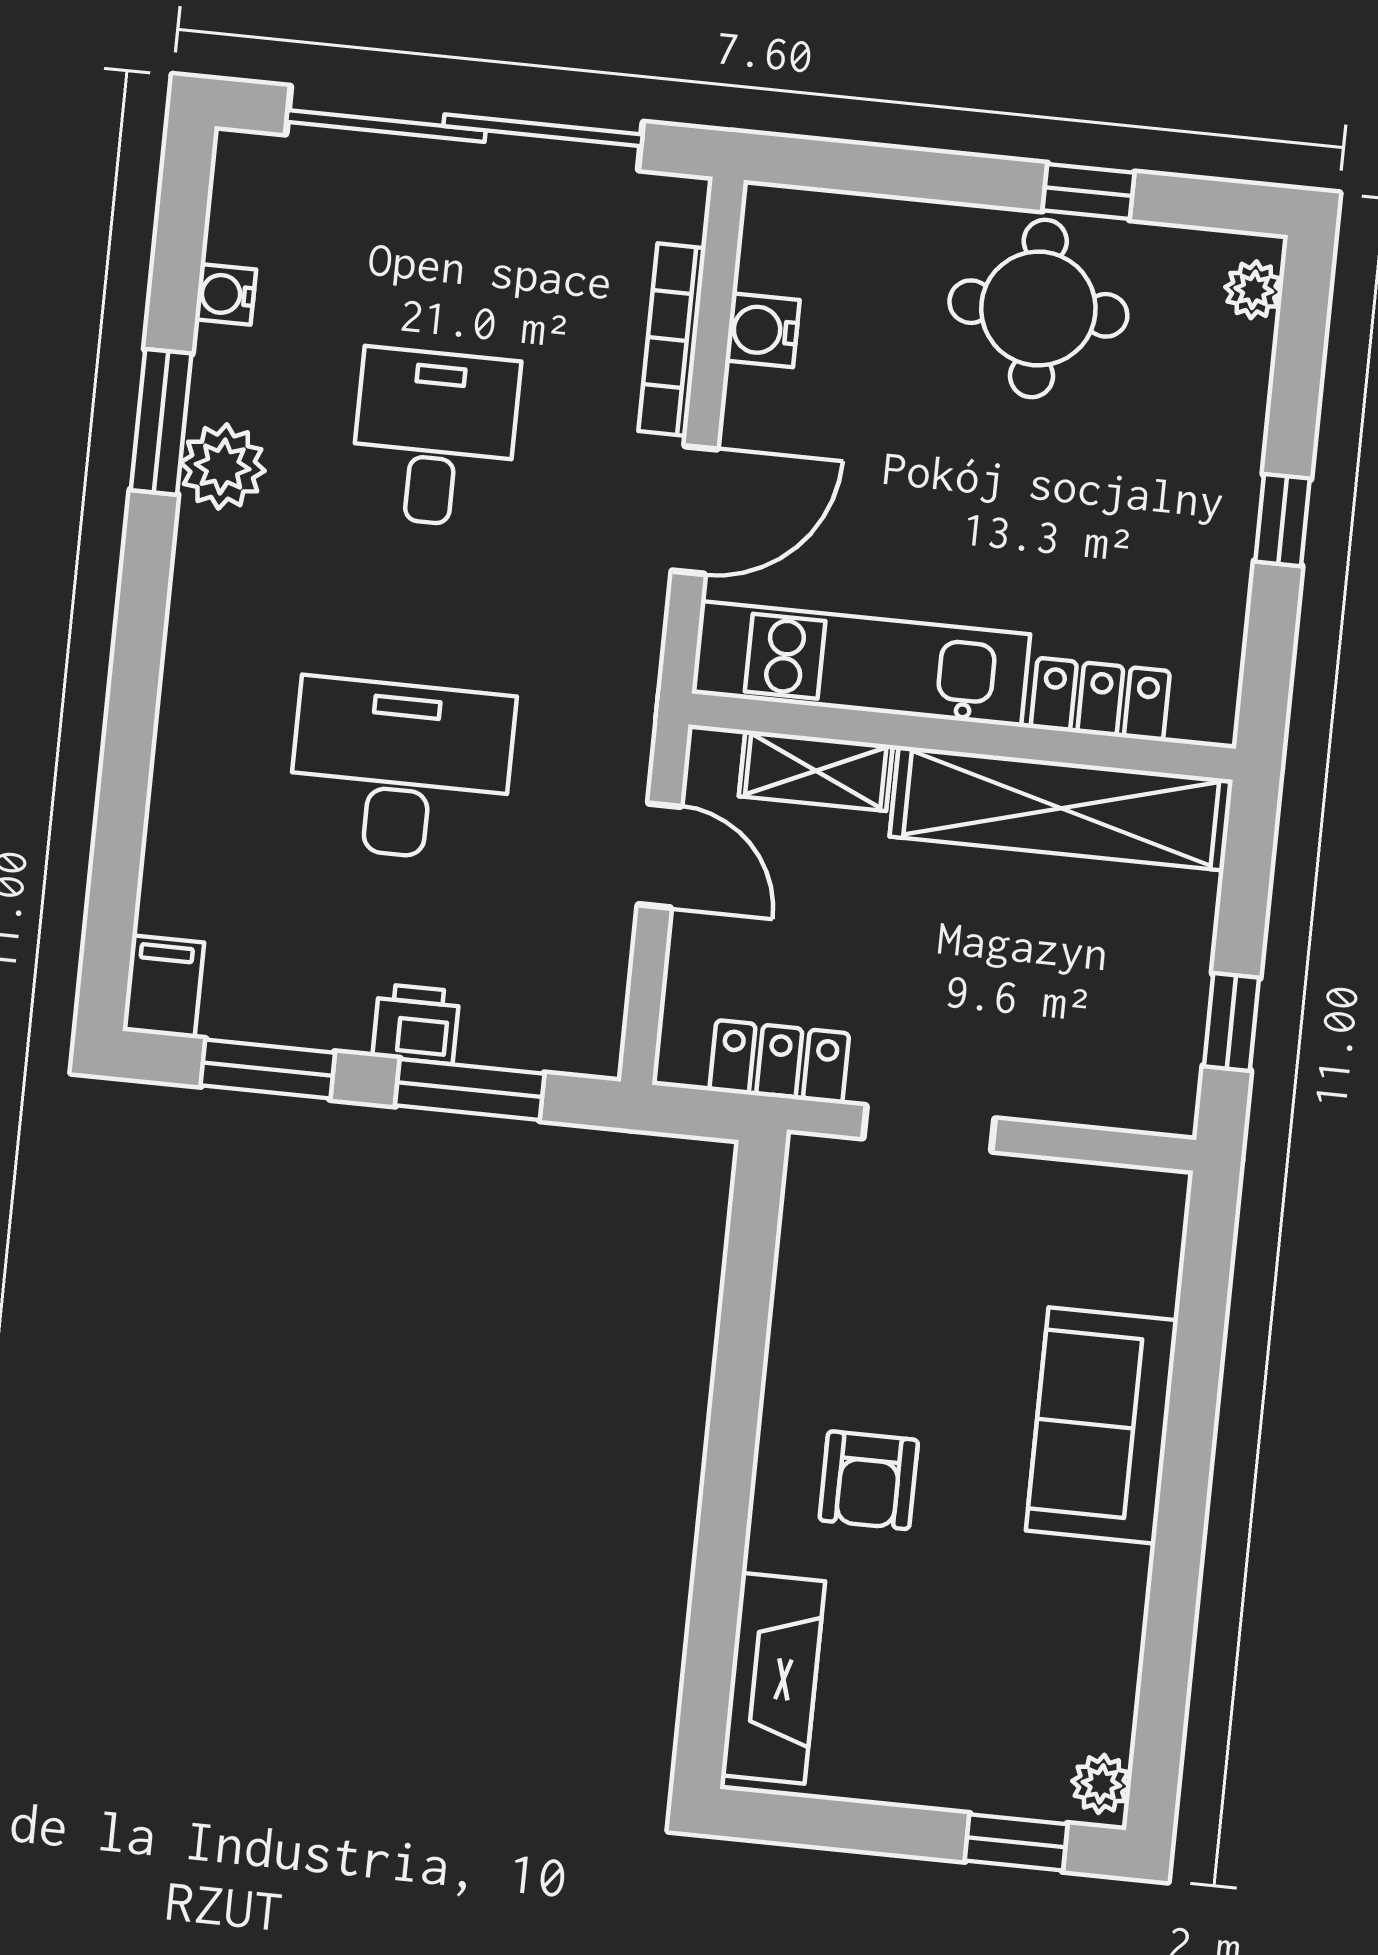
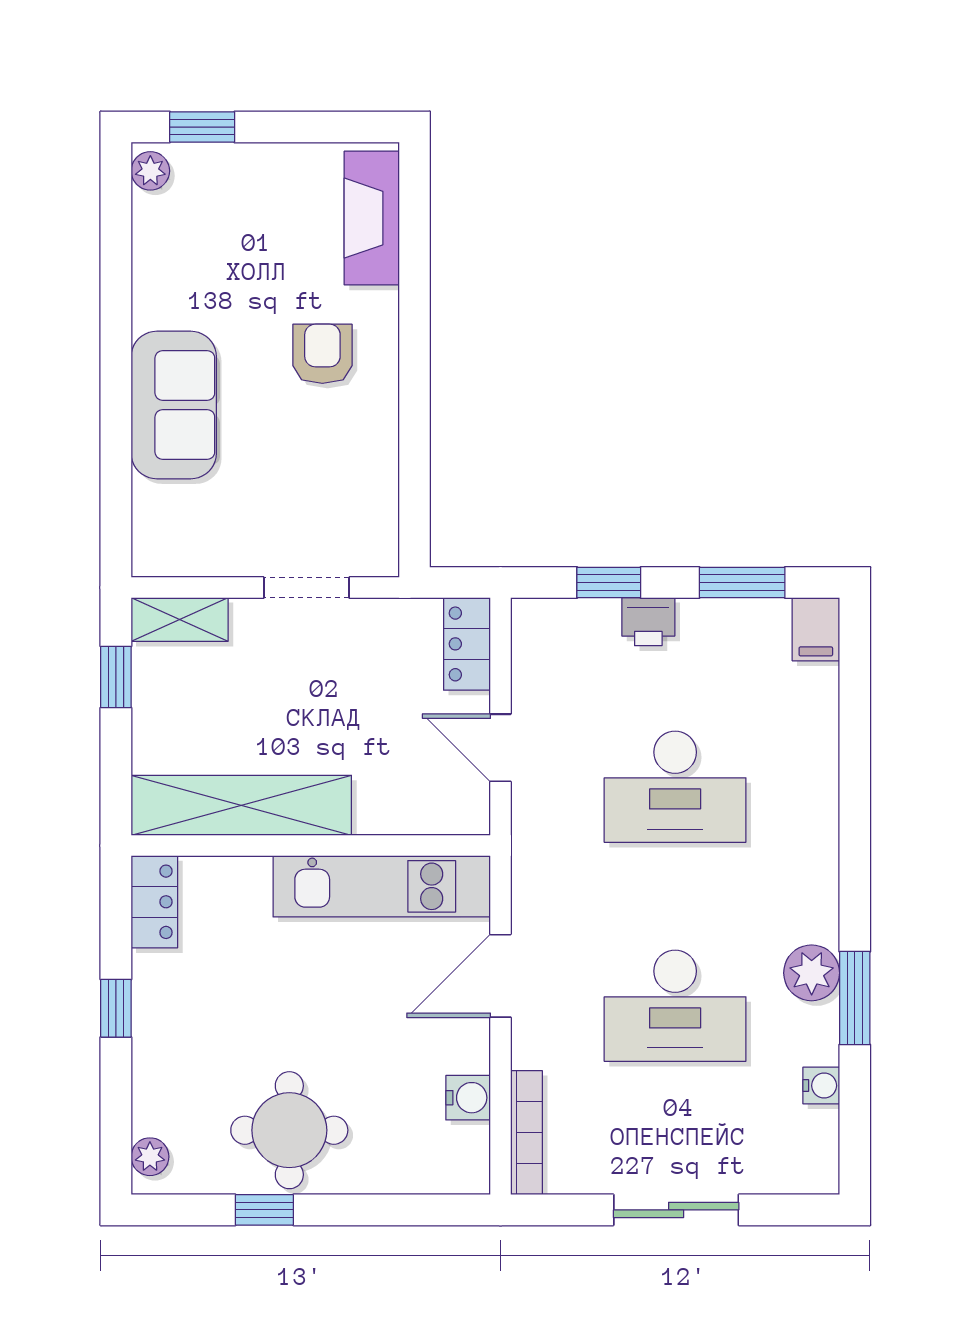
sliding door: (464, 128) -> (676, 1210), width x0.54
bookcase: (672, 340) -> (526, 1133), moved
desk: (435, 438) -> (675, 1006), width x1.37
locker: (1100, 699) -> (154, 902), moved, turned -90
shelving: (816, 771) -> (180, 619), moved
locker: (779, 1062) -> (467, 644), moved, turned 90
window: (470, 1089) -> (609, 582), width x0.67

